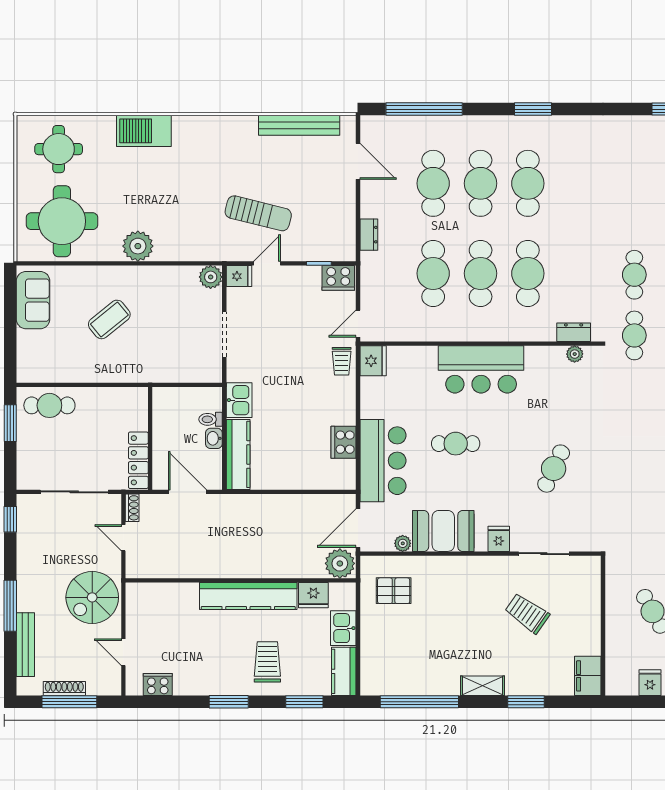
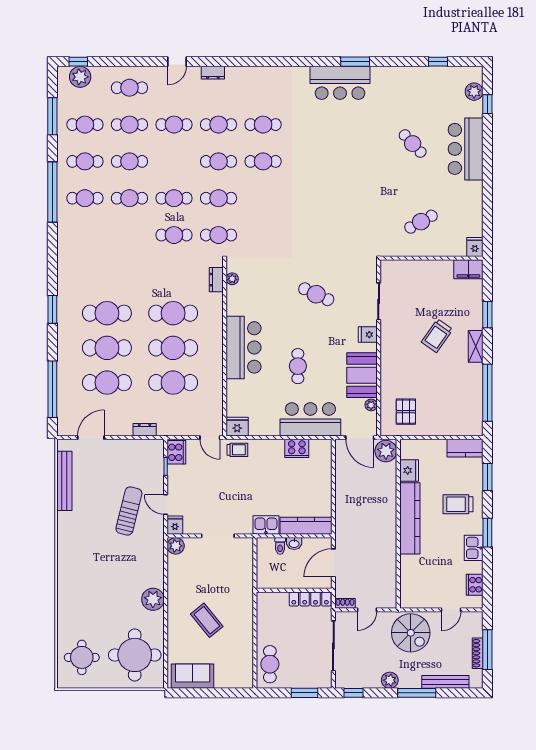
barbecue: (144, 131) -> (68, 595), removed
window: (10, 423) -> (305, 693), moved
plant: (28, 569) -> (390, 680), added
trolley: (527, 613) -> (437, 336), moved
kitchen sink: (343, 628) -> (474, 548), moved, turned 90
fridge: (650, 683) -> (475, 247), moved, turned 90

